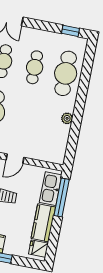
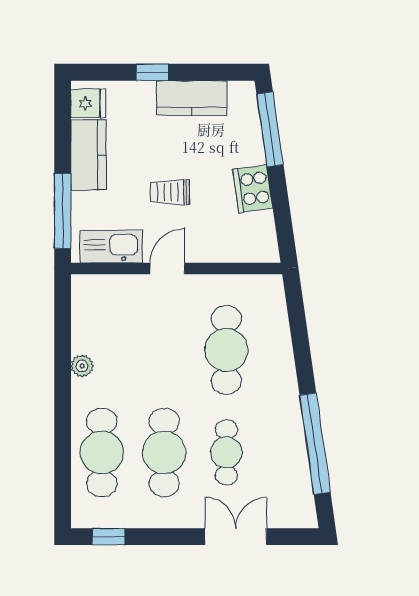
cafe table: (35, 67) -> (164, 452), width x1.37, depth x1.35
kitchen sink: (51, 189) -> (111, 247), moved, turned -90

